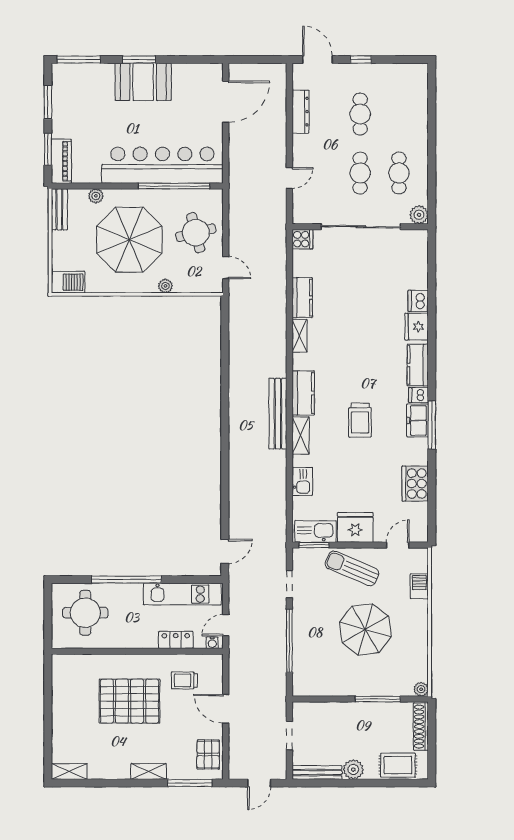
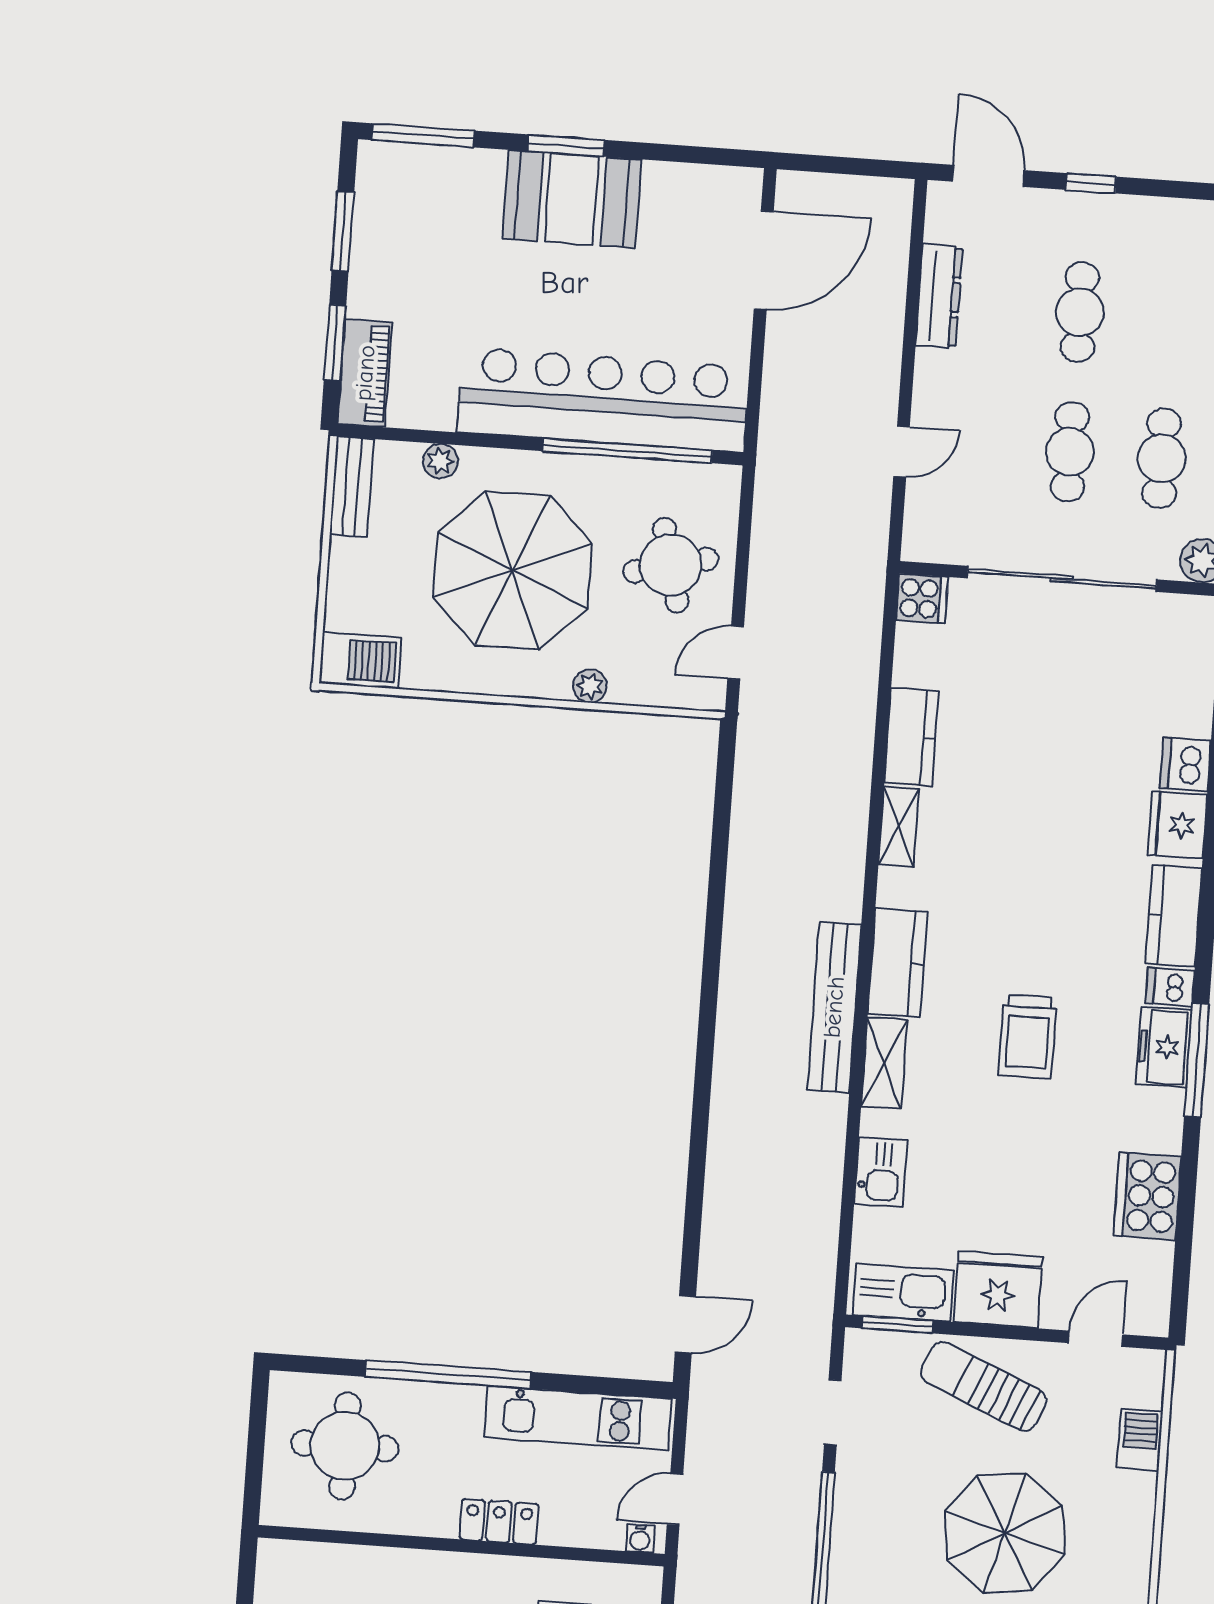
door: (226, 268) -> (736, 653), swing flipped
locker: (176, 640) -> (499, 1522), moved

